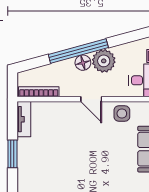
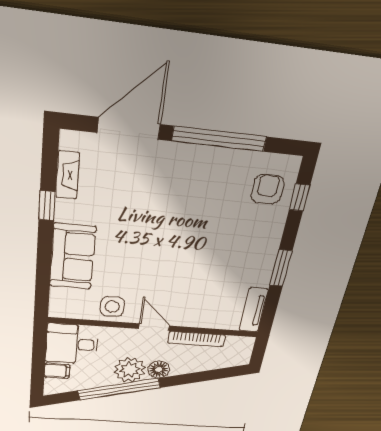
window: (78, 51) -> (119, 389), moved
bookcase: (39, 92) -> (197, 339), moved

